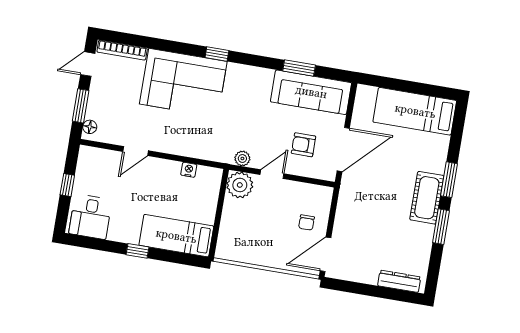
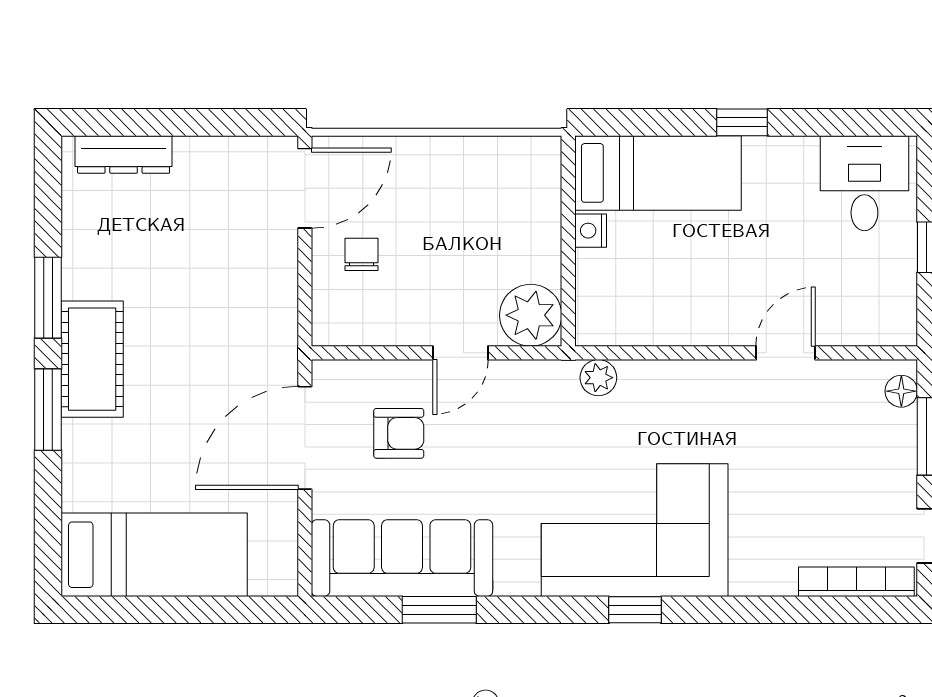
corner sofa: (183, 83) -> (635, 530), moved
plant: (242, 158) -> (598, 378), moved
nightstand: (189, 170) -> (591, 231), moved, turned 90

